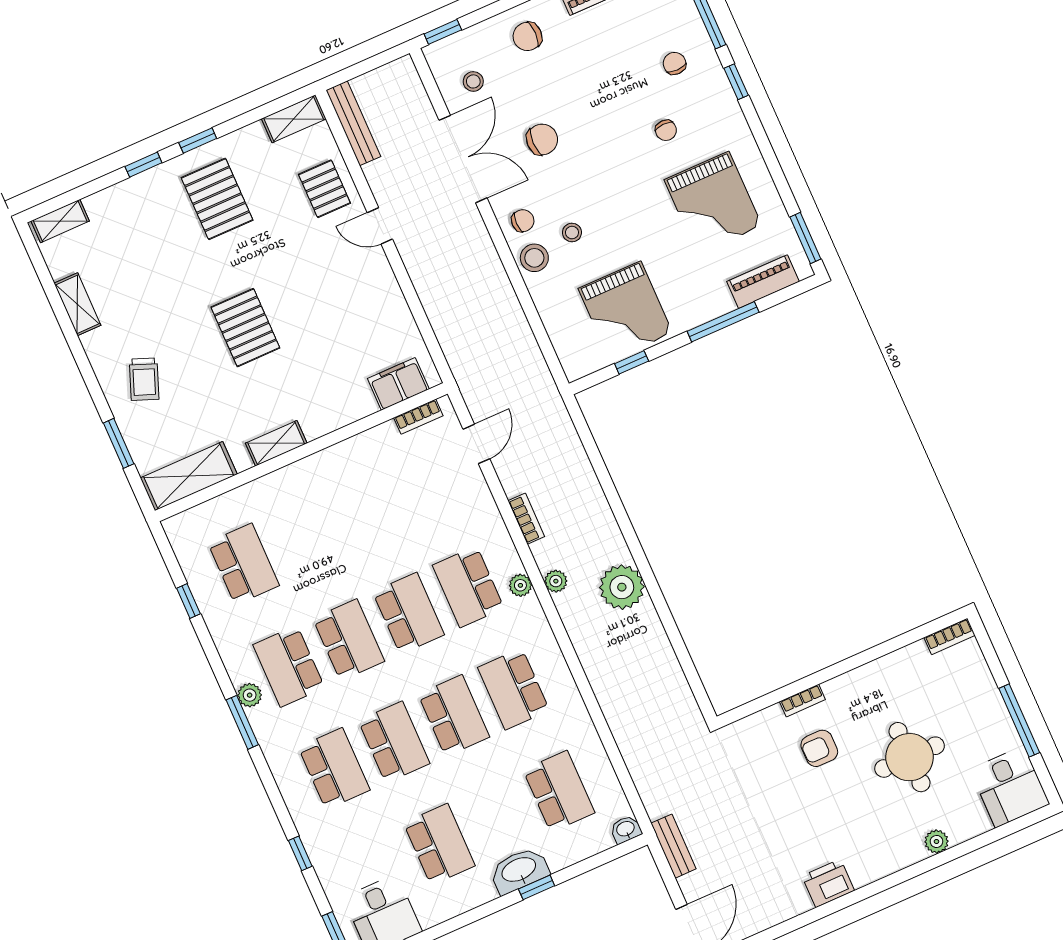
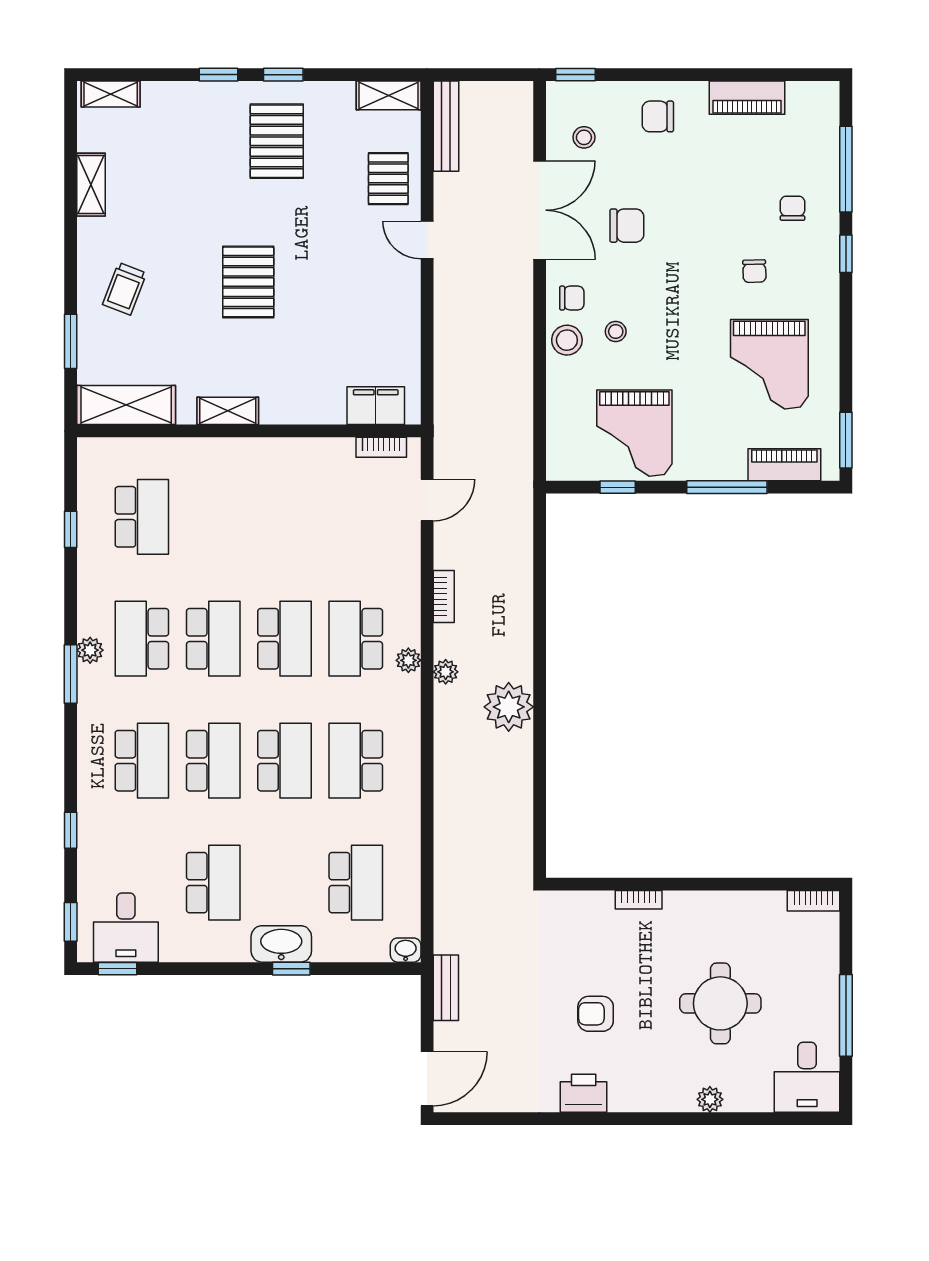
armchair: (819, 748) -> (596, 1014), moved

